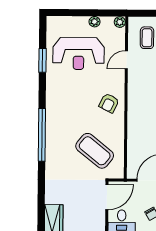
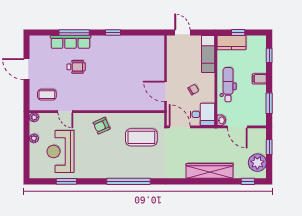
reception desk: (78, 53) -> (60, 151), turned 180
armchair: (109, 103) -> (102, 126), turned 129
coffee table: (95, 151) -> (141, 137), turned 51

